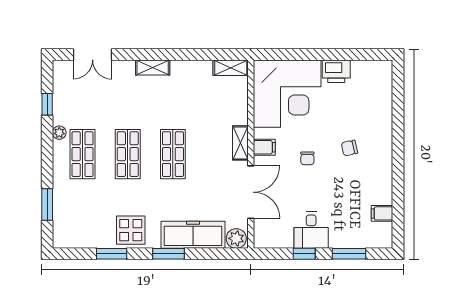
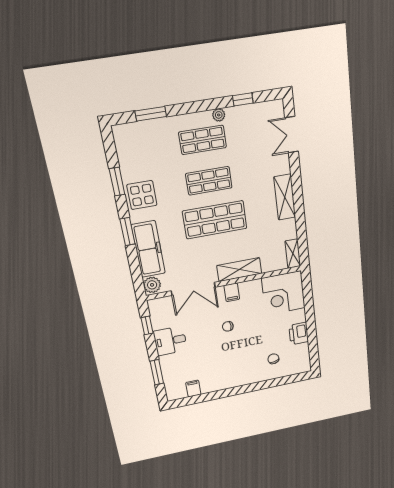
shelving: (153, 67) -> (285, 197), width x1.50, depth x1.33
corner desk: (287, 94) -> (283, 293), width x0.74, depth x0.74
shelving: (240, 143) -> (239, 270), width x1.50, depth x1.33
chair: (349, 148) -> (273, 359), moved
shop shelf: (173, 154) -> (215, 220), width x1.43, depth x1.36
window: (304, 254) -> (147, 325), moved

